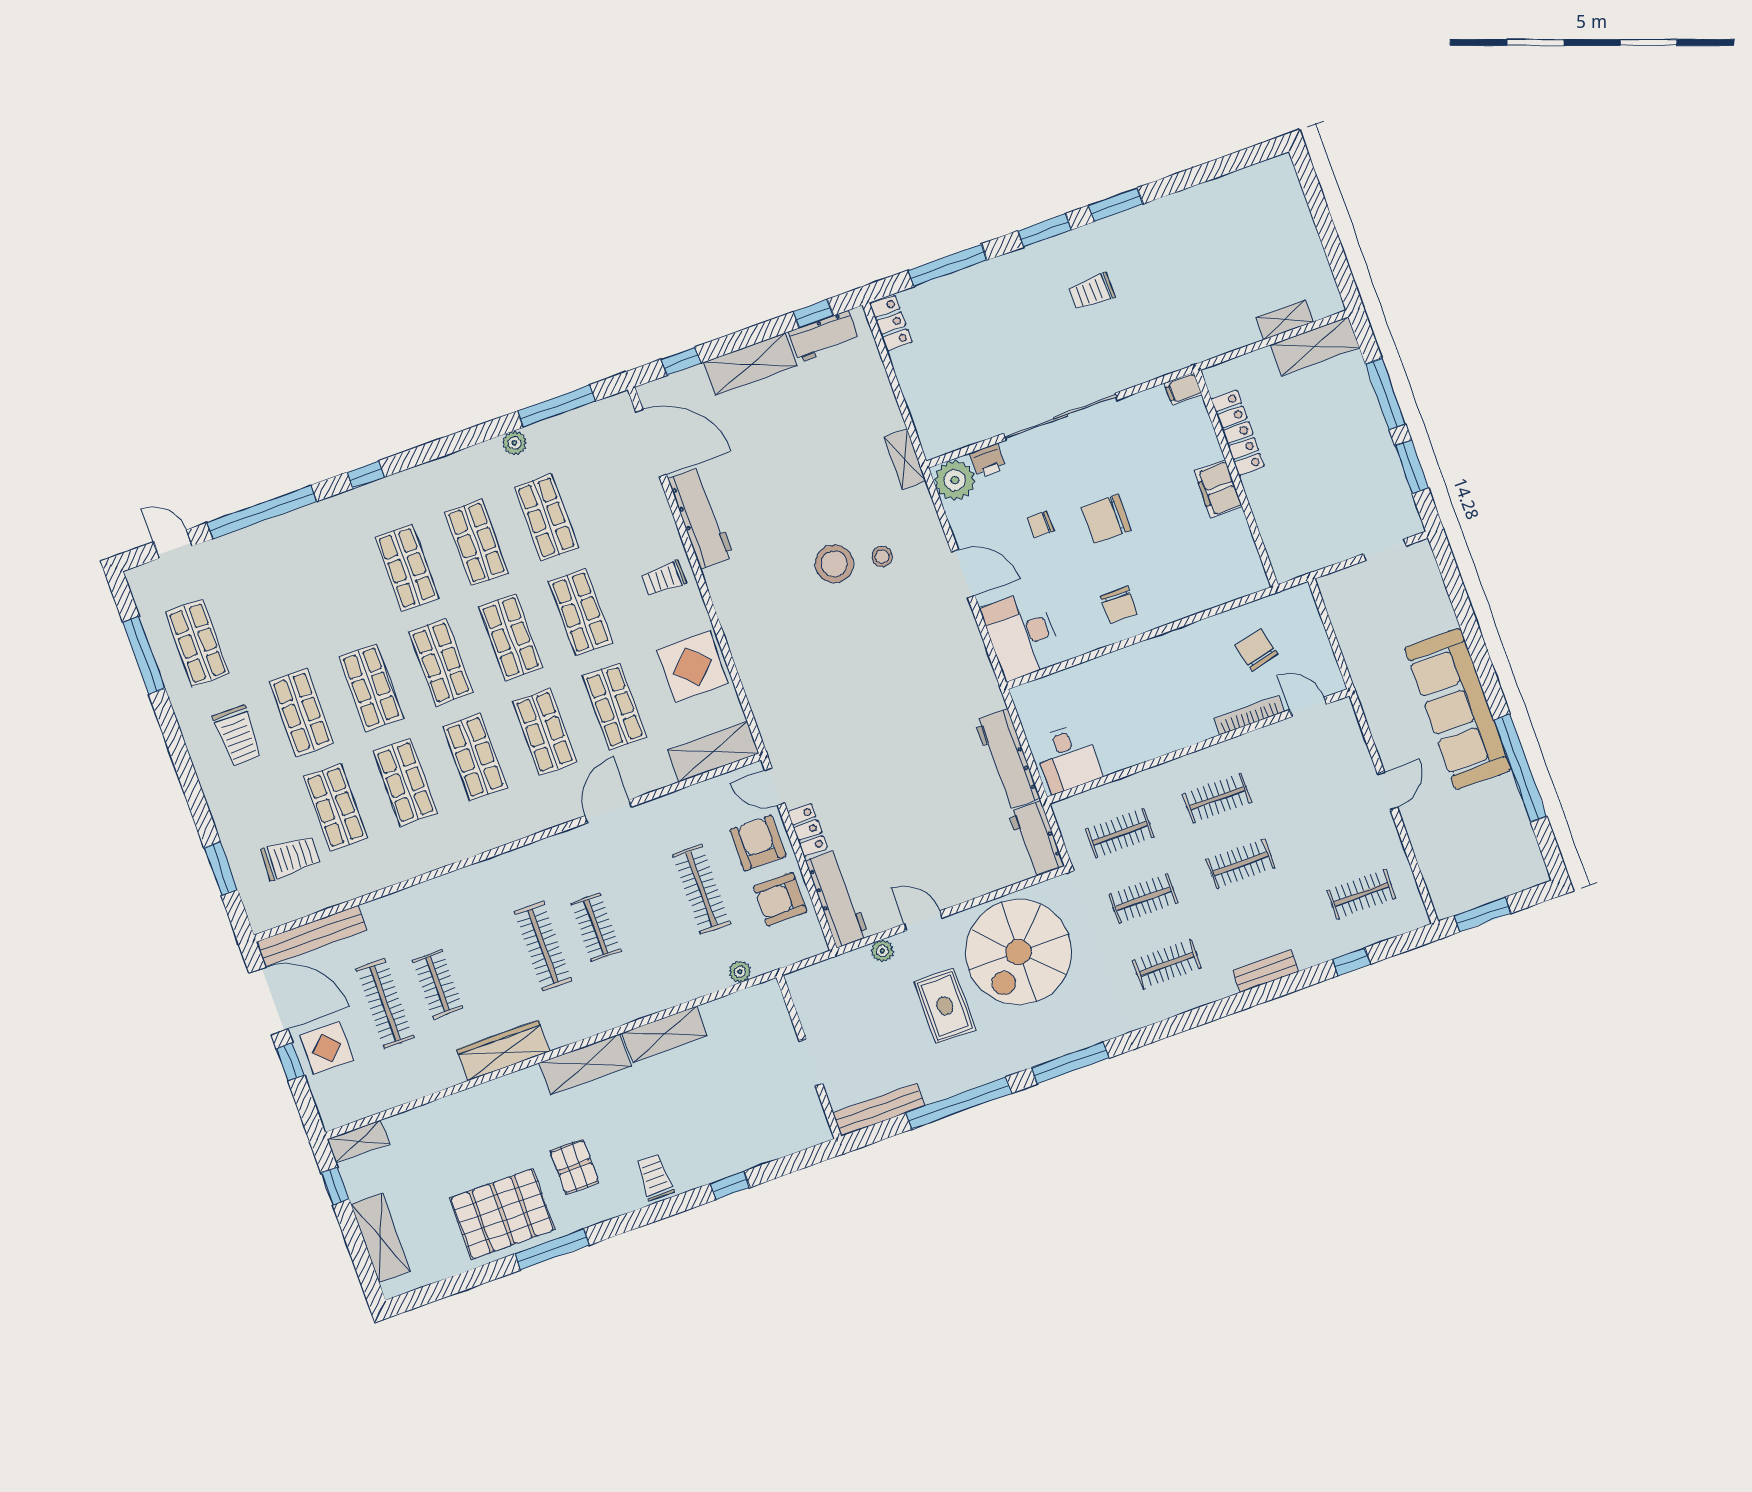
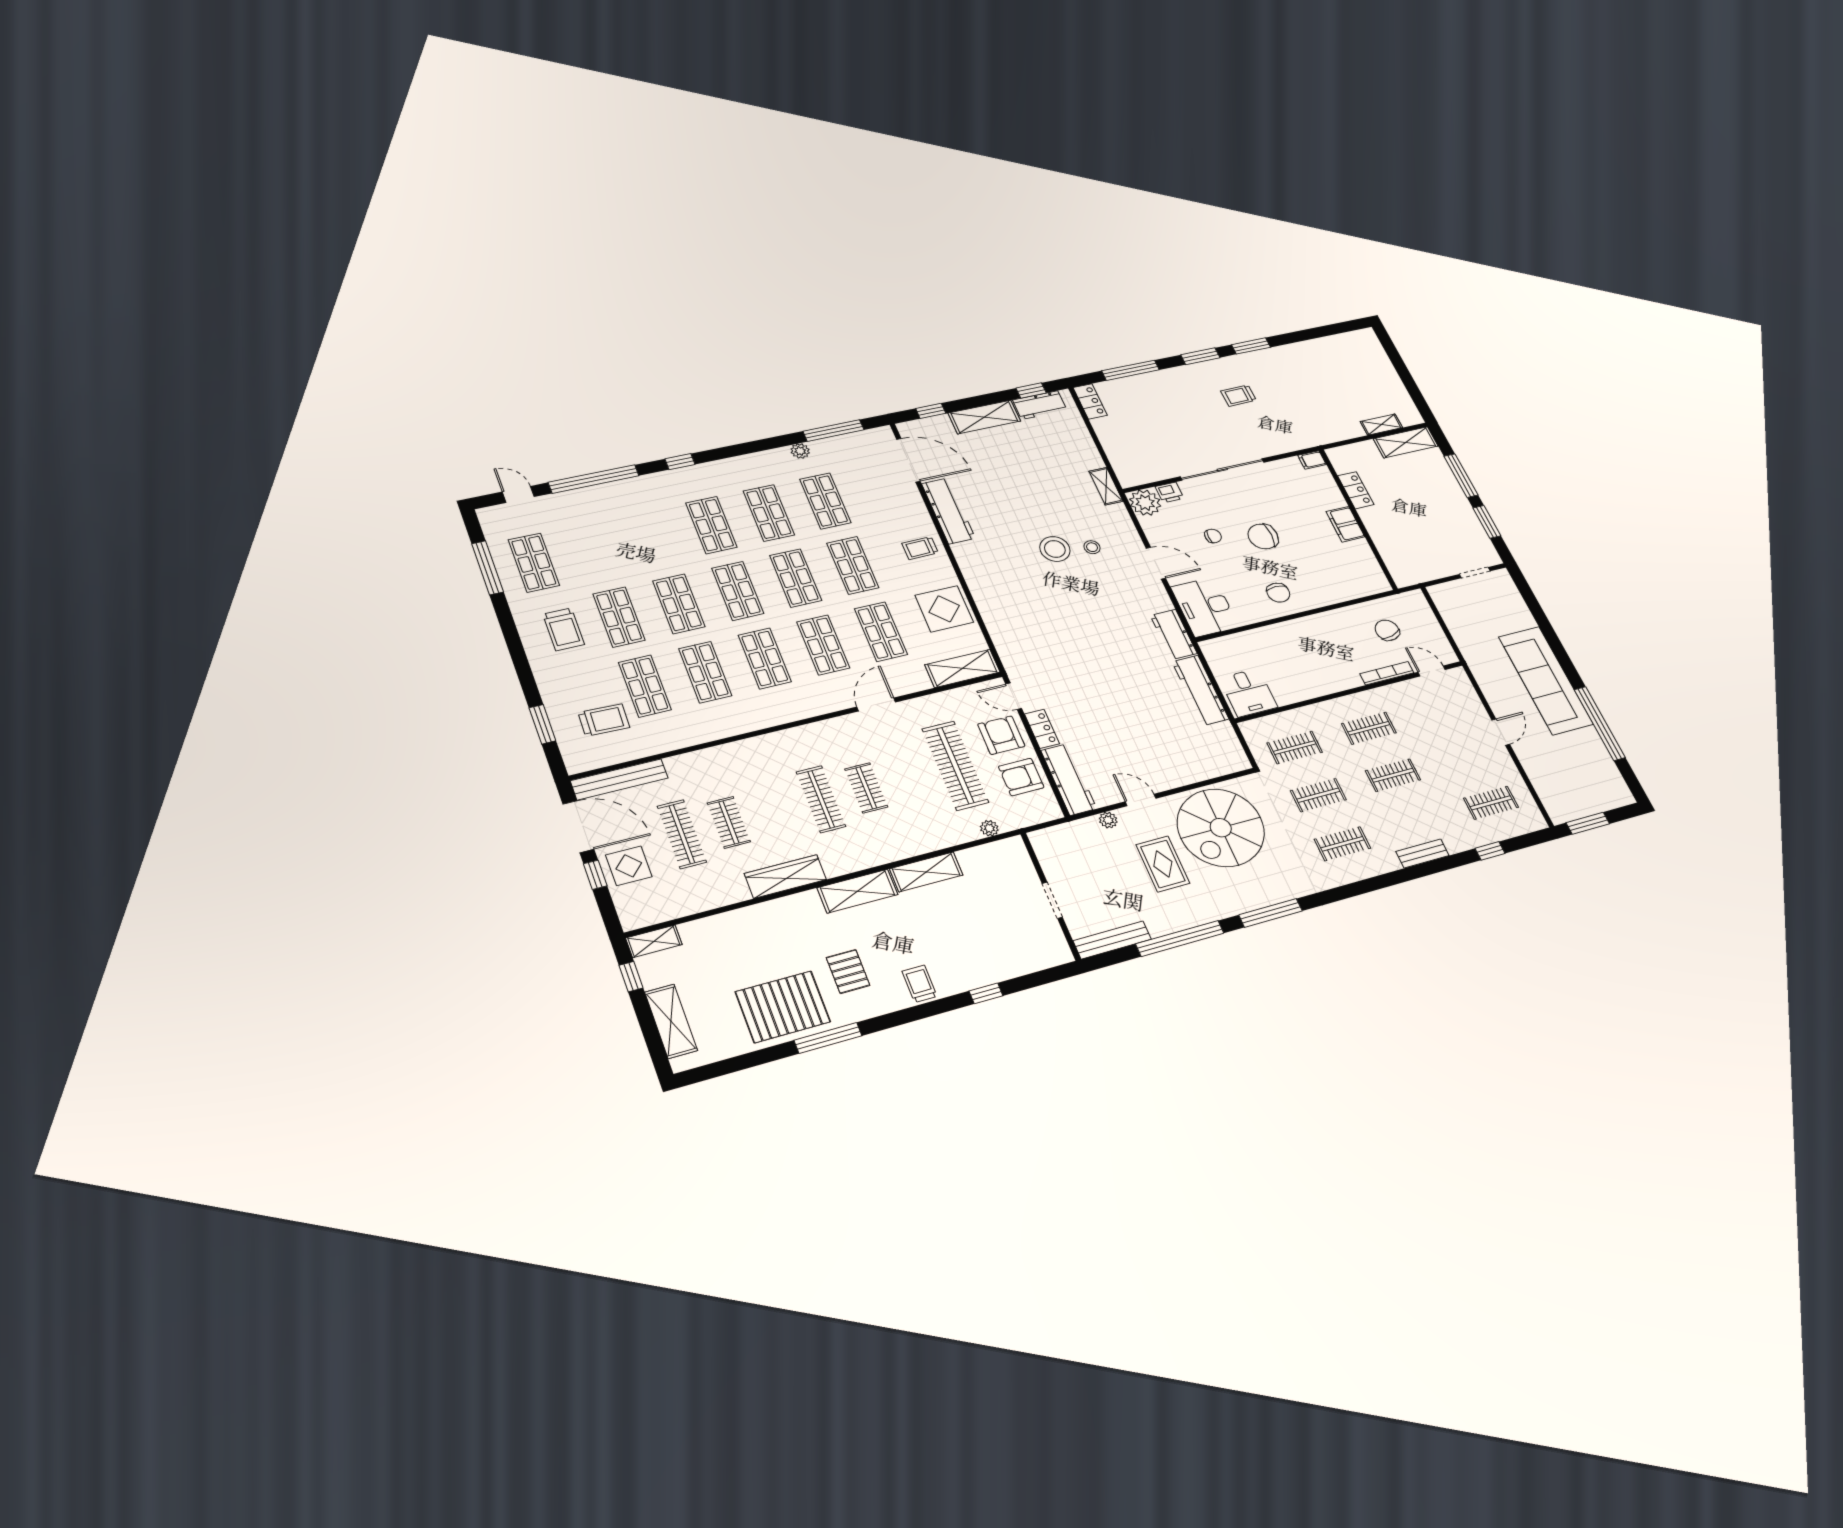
locker: (1238, 433) -> (1356, 490), width x0.66
chair: (1040, 524) -> (1213, 536), turned 180
workbench: (1036, 839) -> (1174, 634), moved
clothes rail: (701, 889) -> (955, 766), width x1.37, depth x1.31

